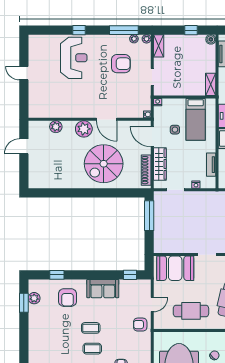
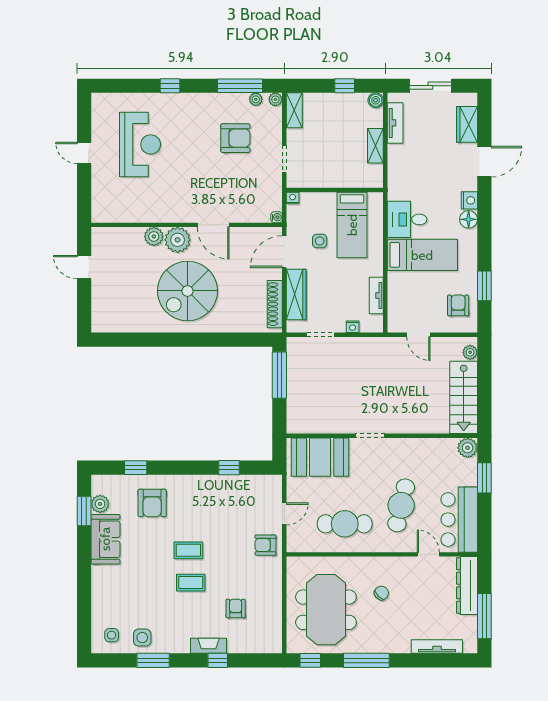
reception desk: (74, 58) -> (140, 144), moved
shelving: (211, 84) -> (375, 146), moved
plant: (56, 127) -> (154, 236), moved
door: (152, 137) -> (284, 252), hinge flipped
door: (24, 146) -> (84, 267), hinge flipped
spiral stairs: (104, 164) -> (188, 291), moved
window: (130, 275) -> (229, 468), moved
sofa: (103, 289) -> (105, 539), moved, turned -90

